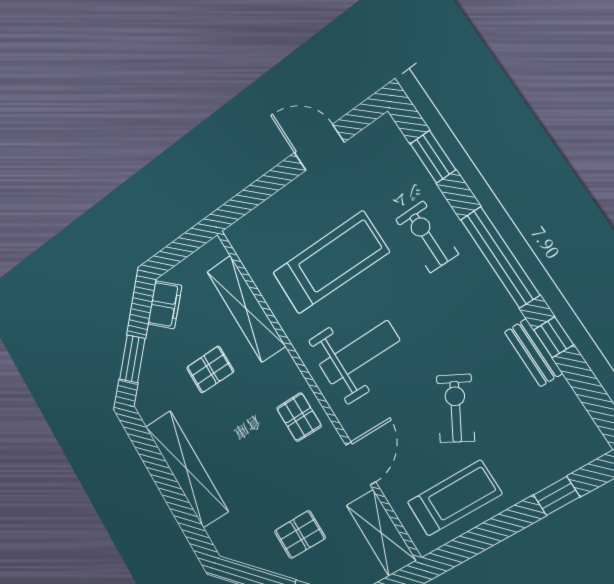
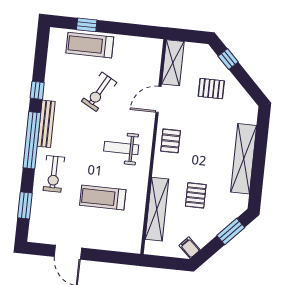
treadmill: (331, 263) -> (103, 198), width x0.73, depth x0.73
filing cabinet: (165, 305) -> (189, 248), width x0.50
weight bench: (359, 352) -> (121, 148), width x0.73, depth x0.75
bench: (533, 353) -> (46, 124), moved, width x1.36
pallet: (210, 370) -> (196, 195), turned 90
treadmill: (454, 498) -> (90, 45), moved

